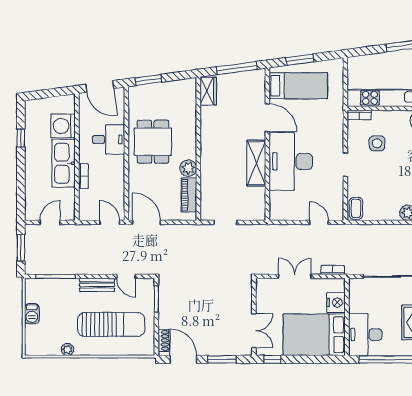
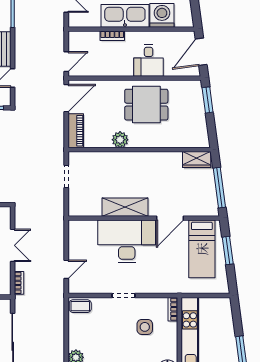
piano: (189, 195) -> (76, 131), moved, turned 90

